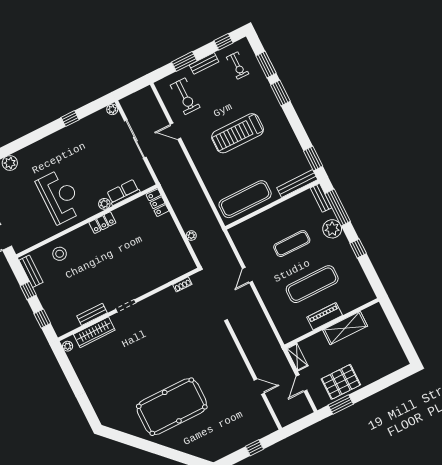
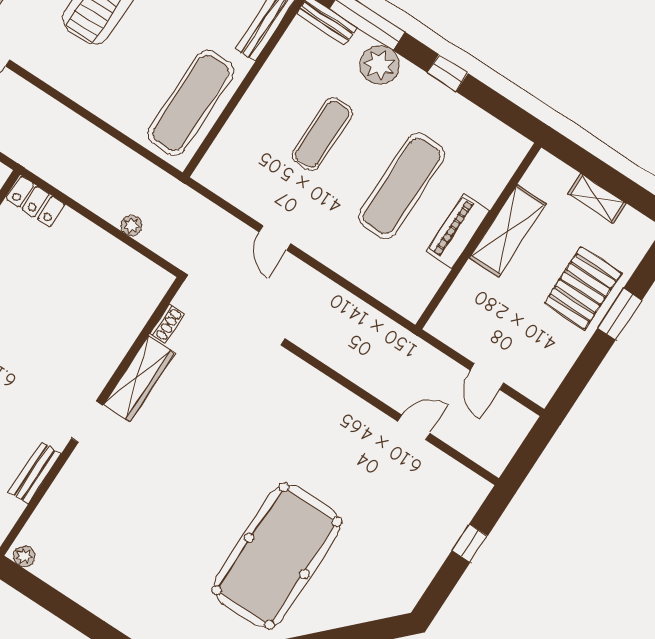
wardrobe: (94, 332) -> (139, 379), moved
shelving: (297, 357) -> (597, 198), moved
pallet: (341, 382) -> (583, 288), moved
window: (341, 404) -> (620, 314), moved

